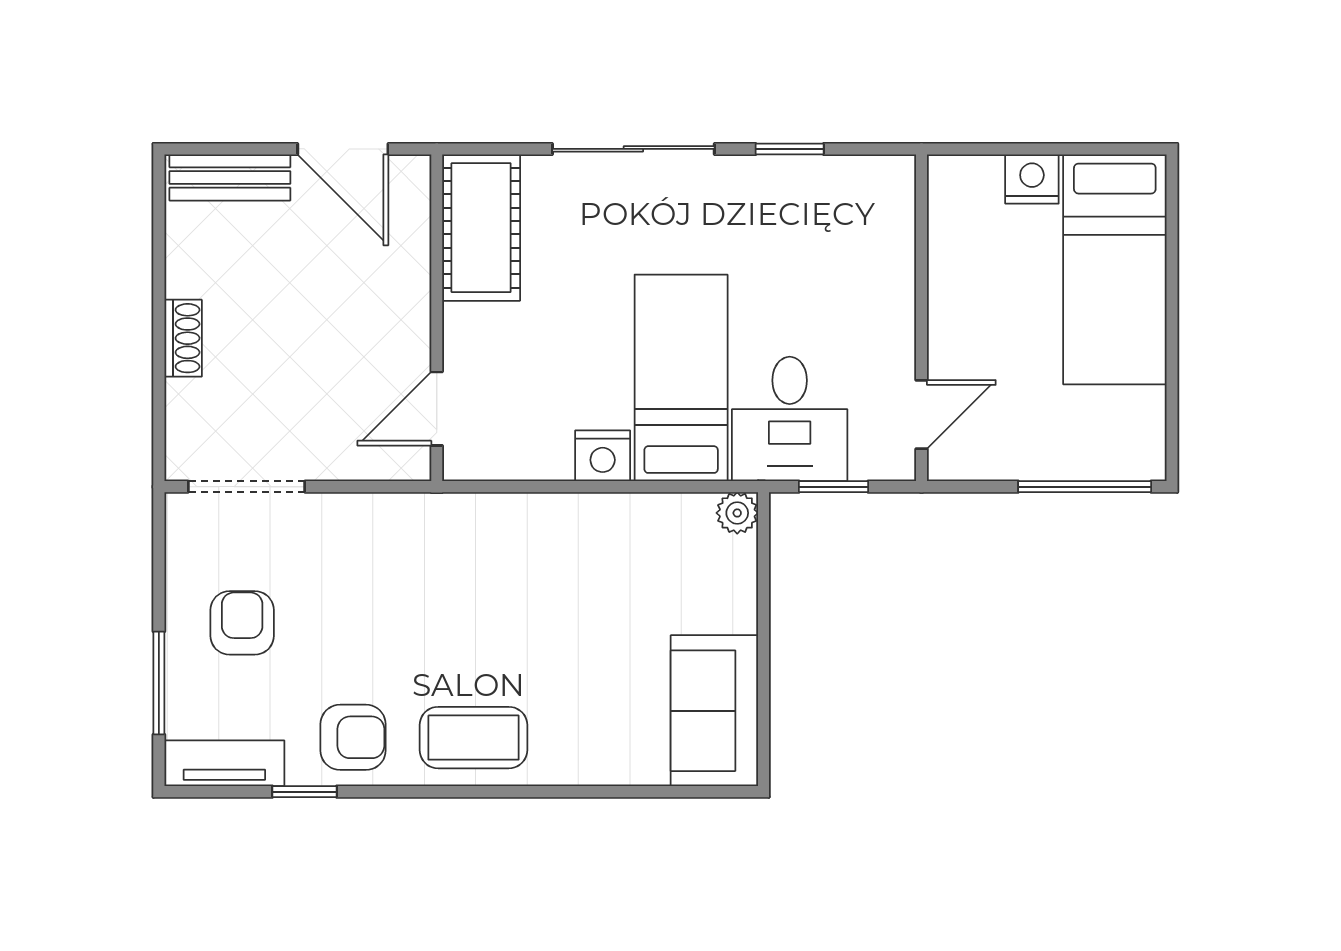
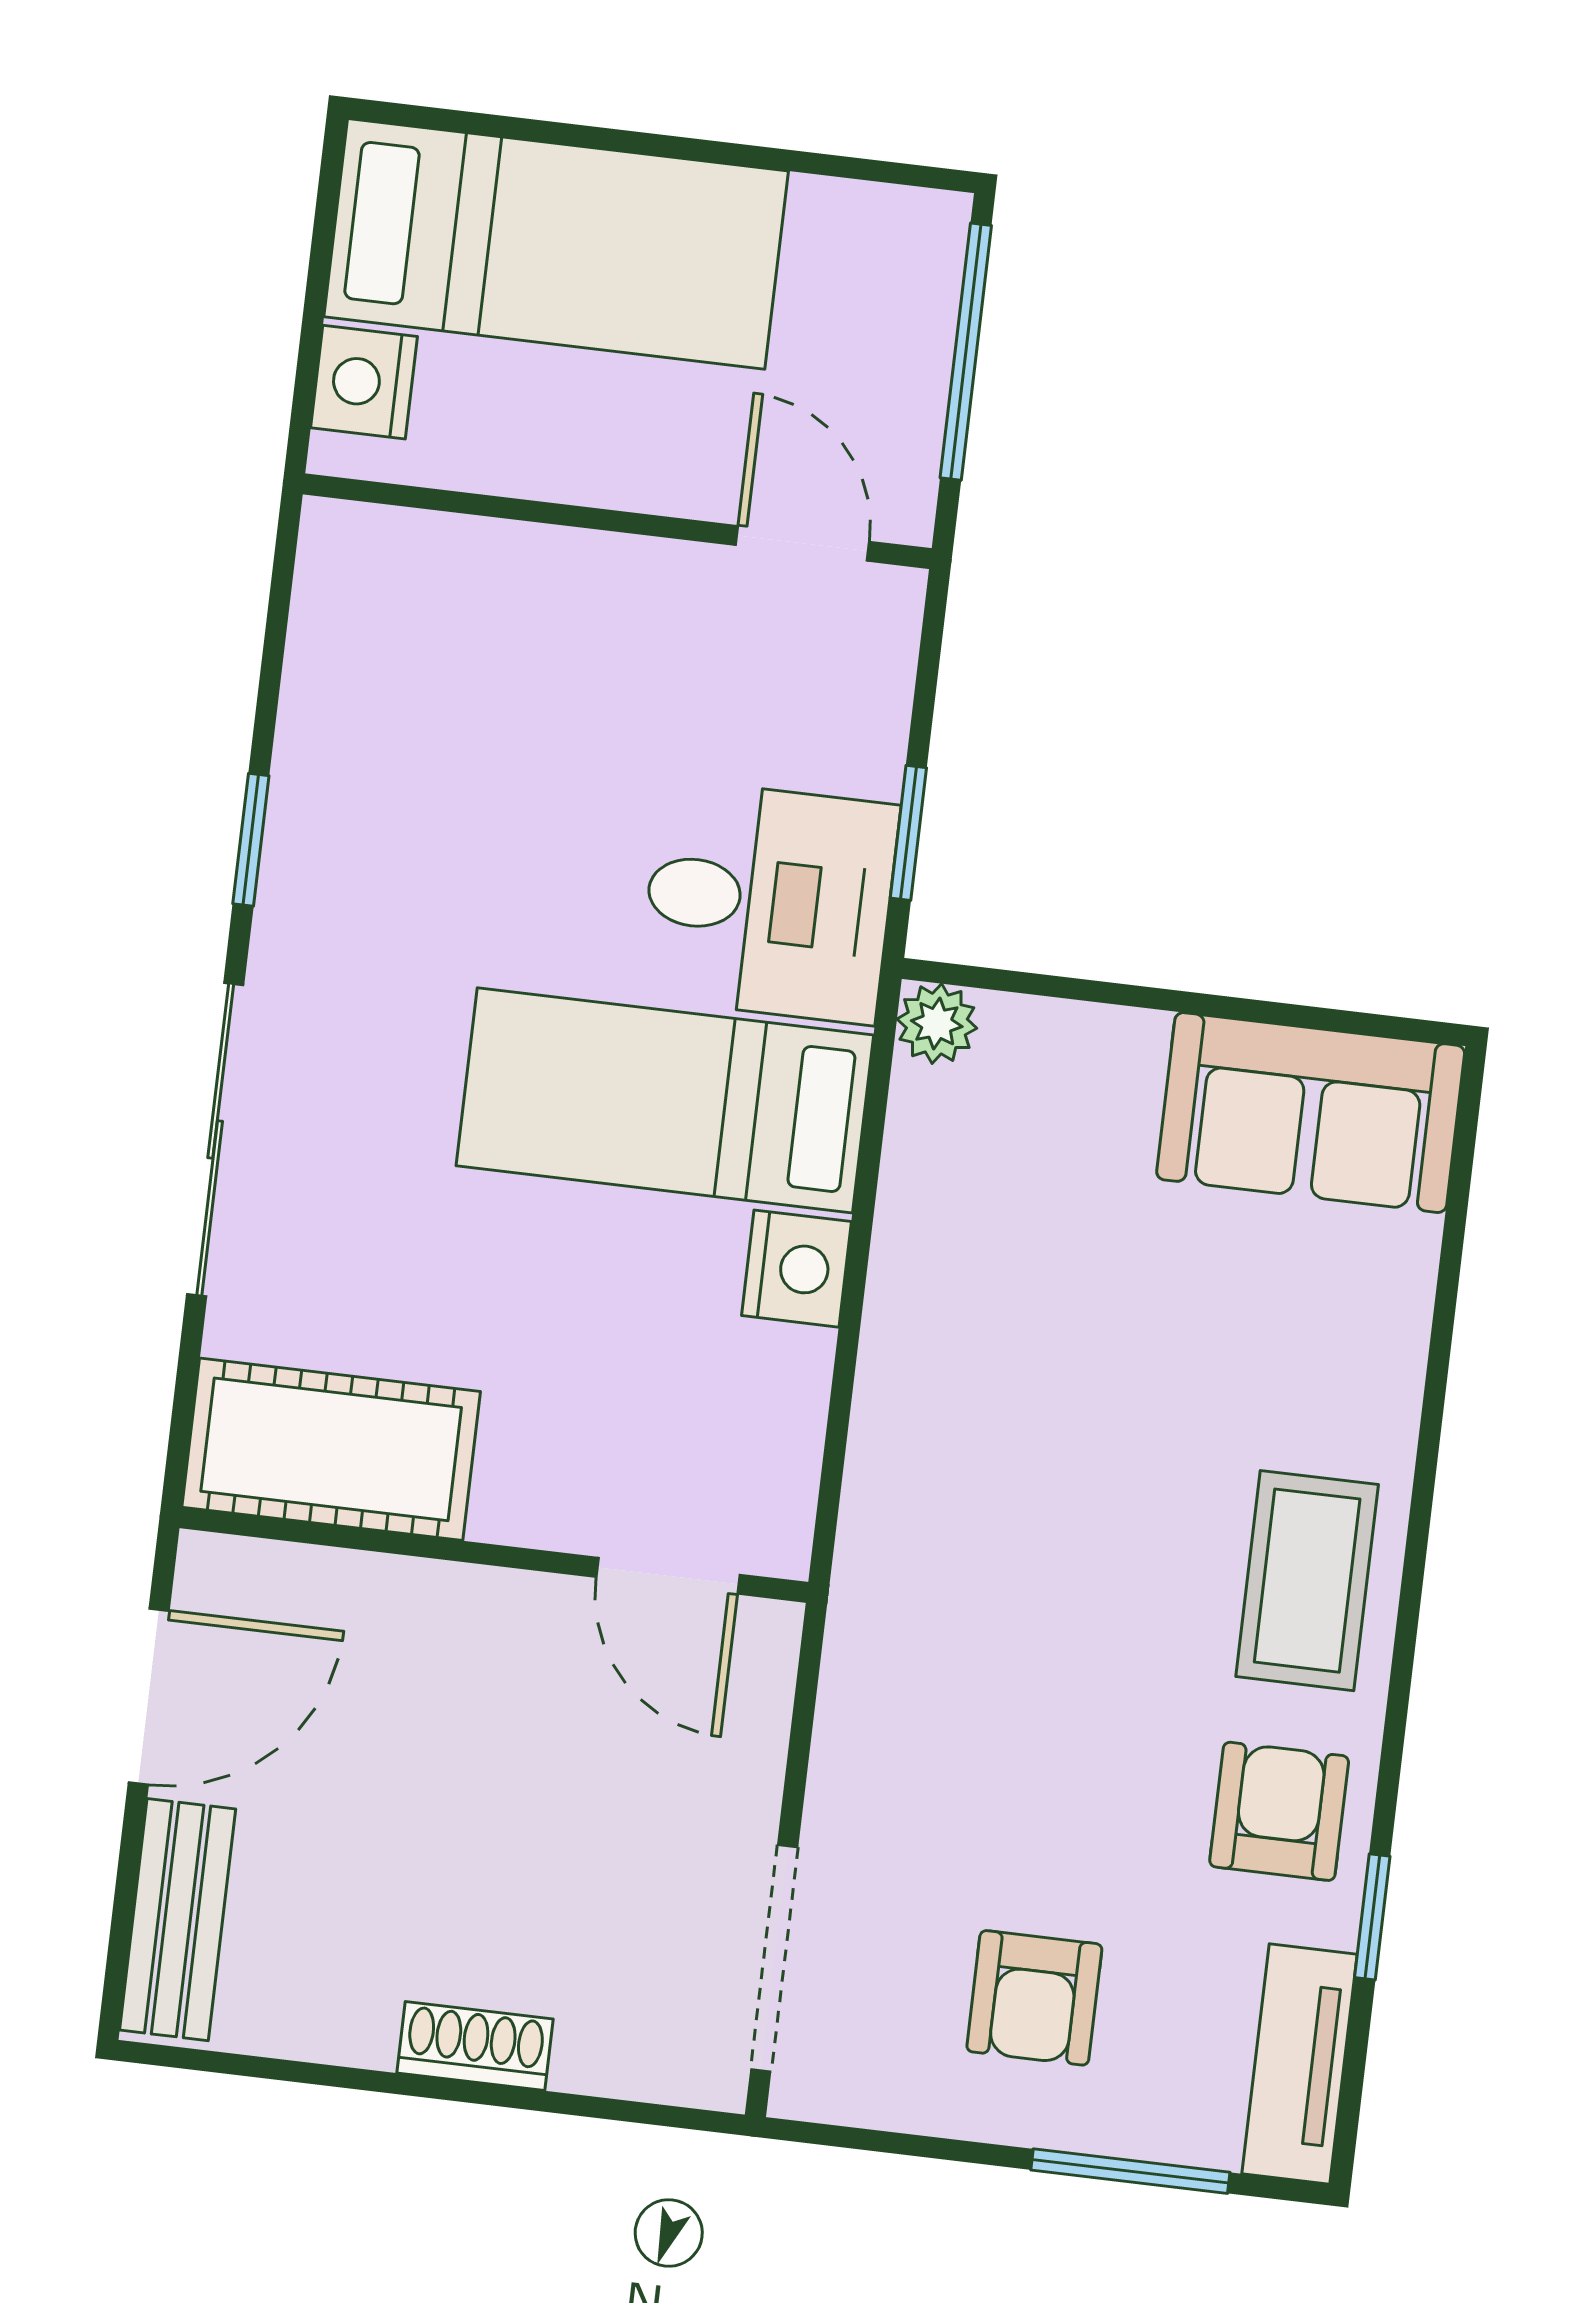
wall: (921, 318) -> (617, 521), moved
door: (921, 414) -> (802, 543), moved
armchair: (242, 623) -> (1034, 1998), turned -90

